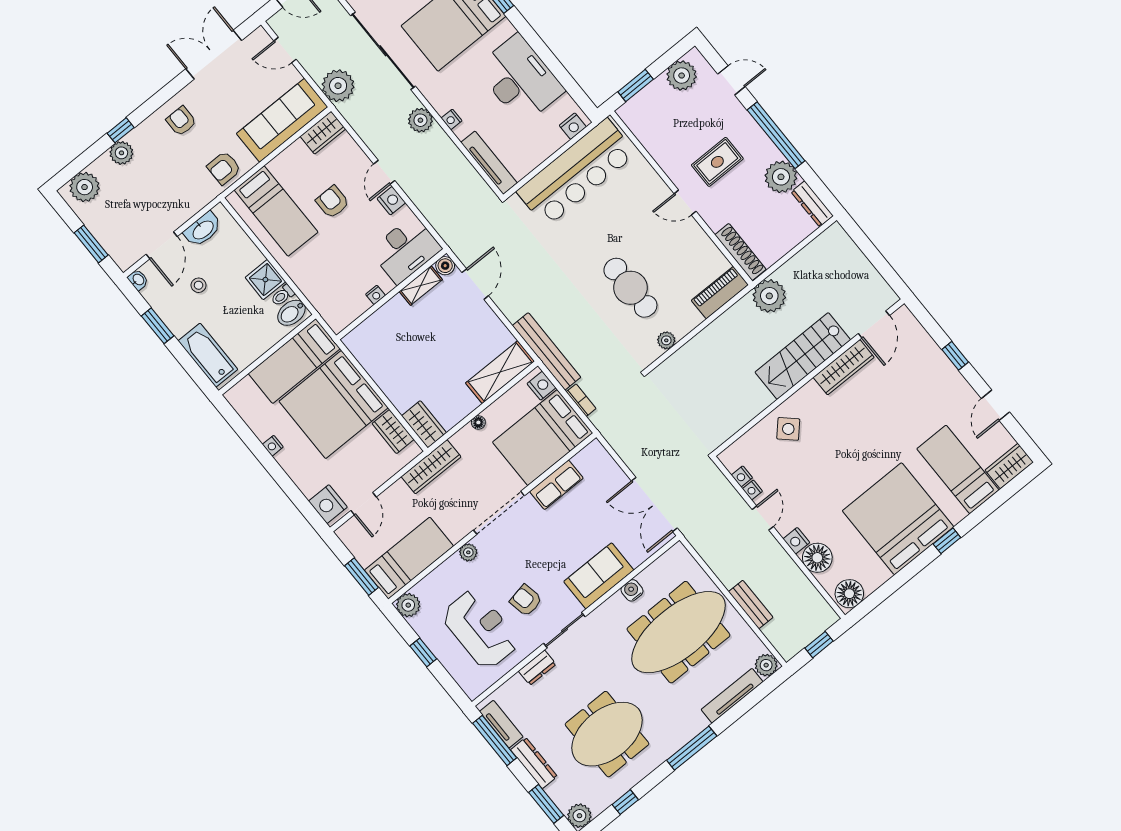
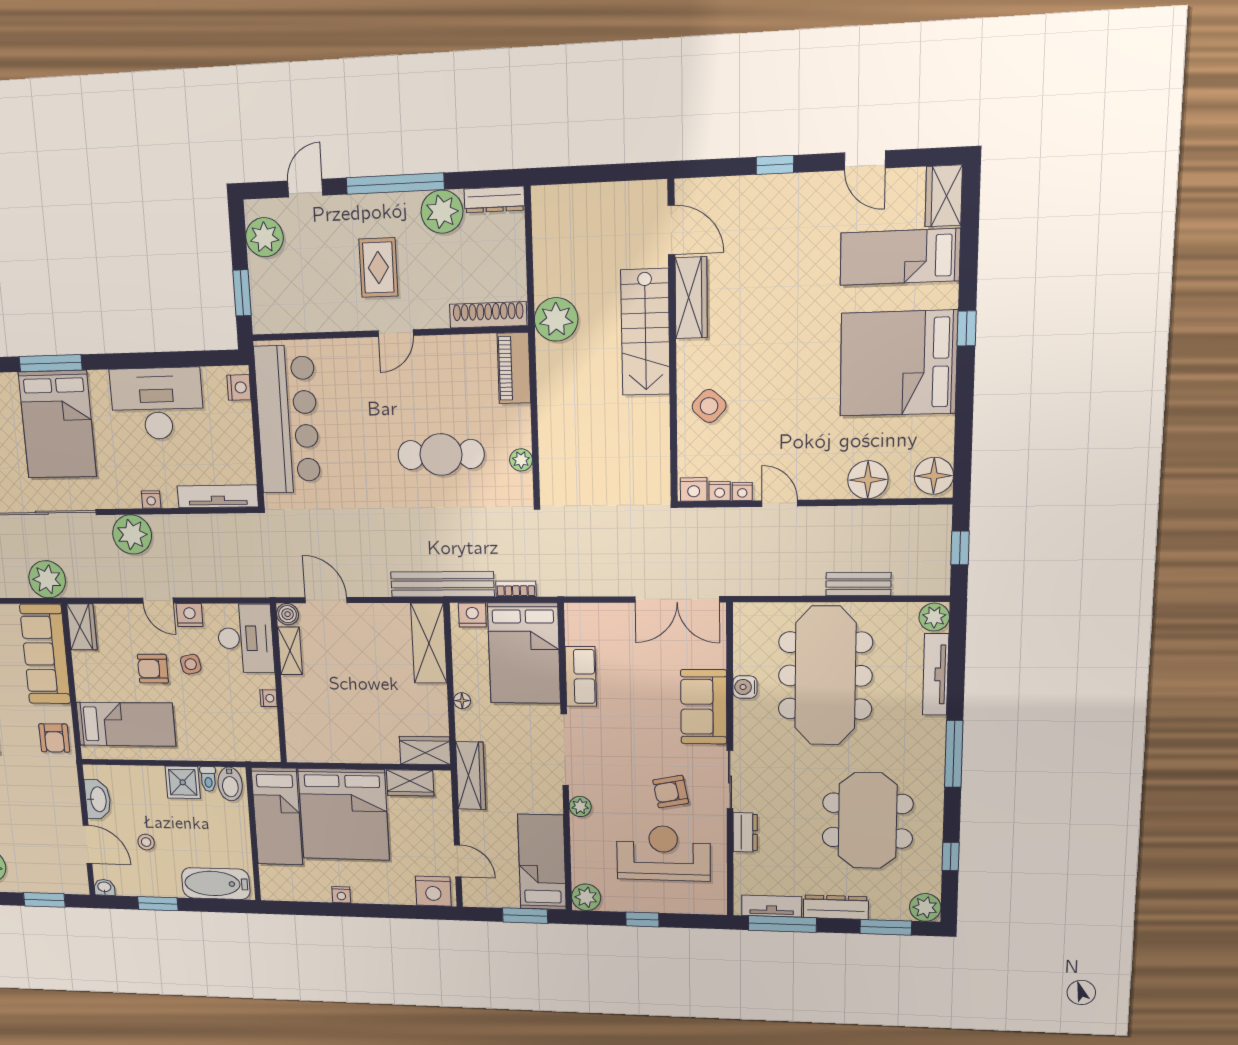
plant: (420, 120) -> (132, 534), width x1.36, depth x1.36
side table: (357, 226) -> (191, 664), added
nightstand: (796, 541) -> (694, 489), moved

